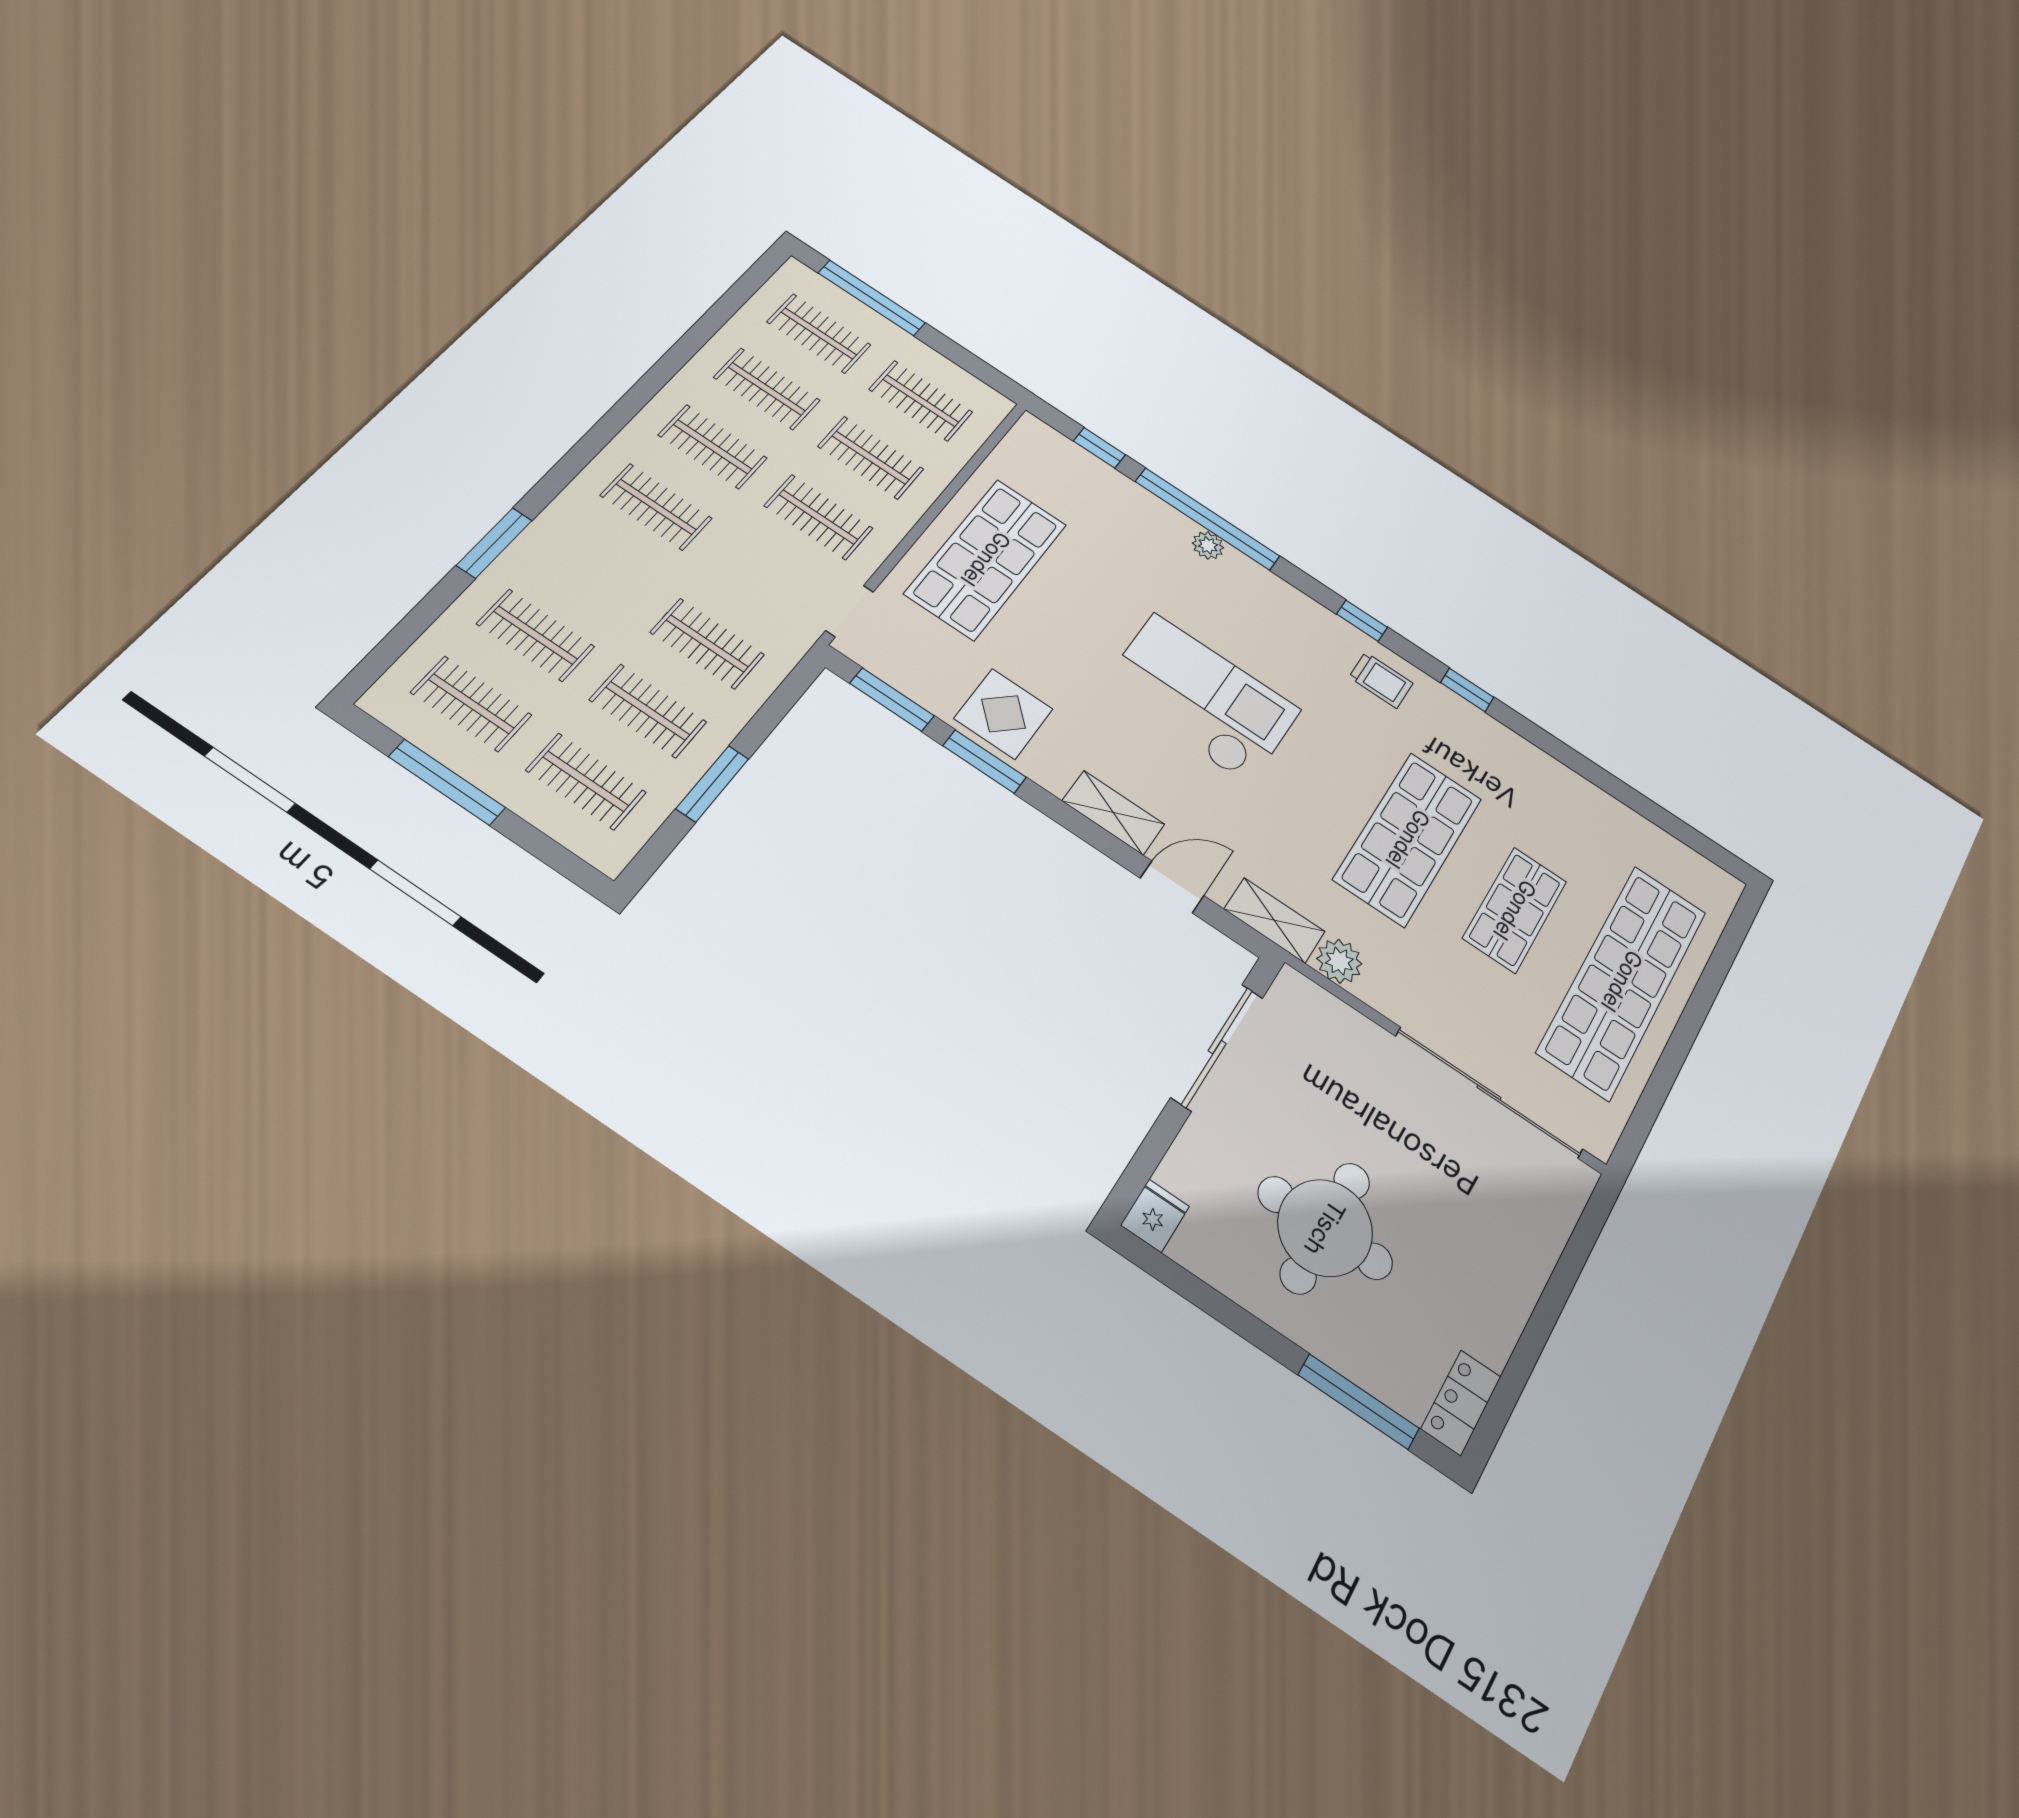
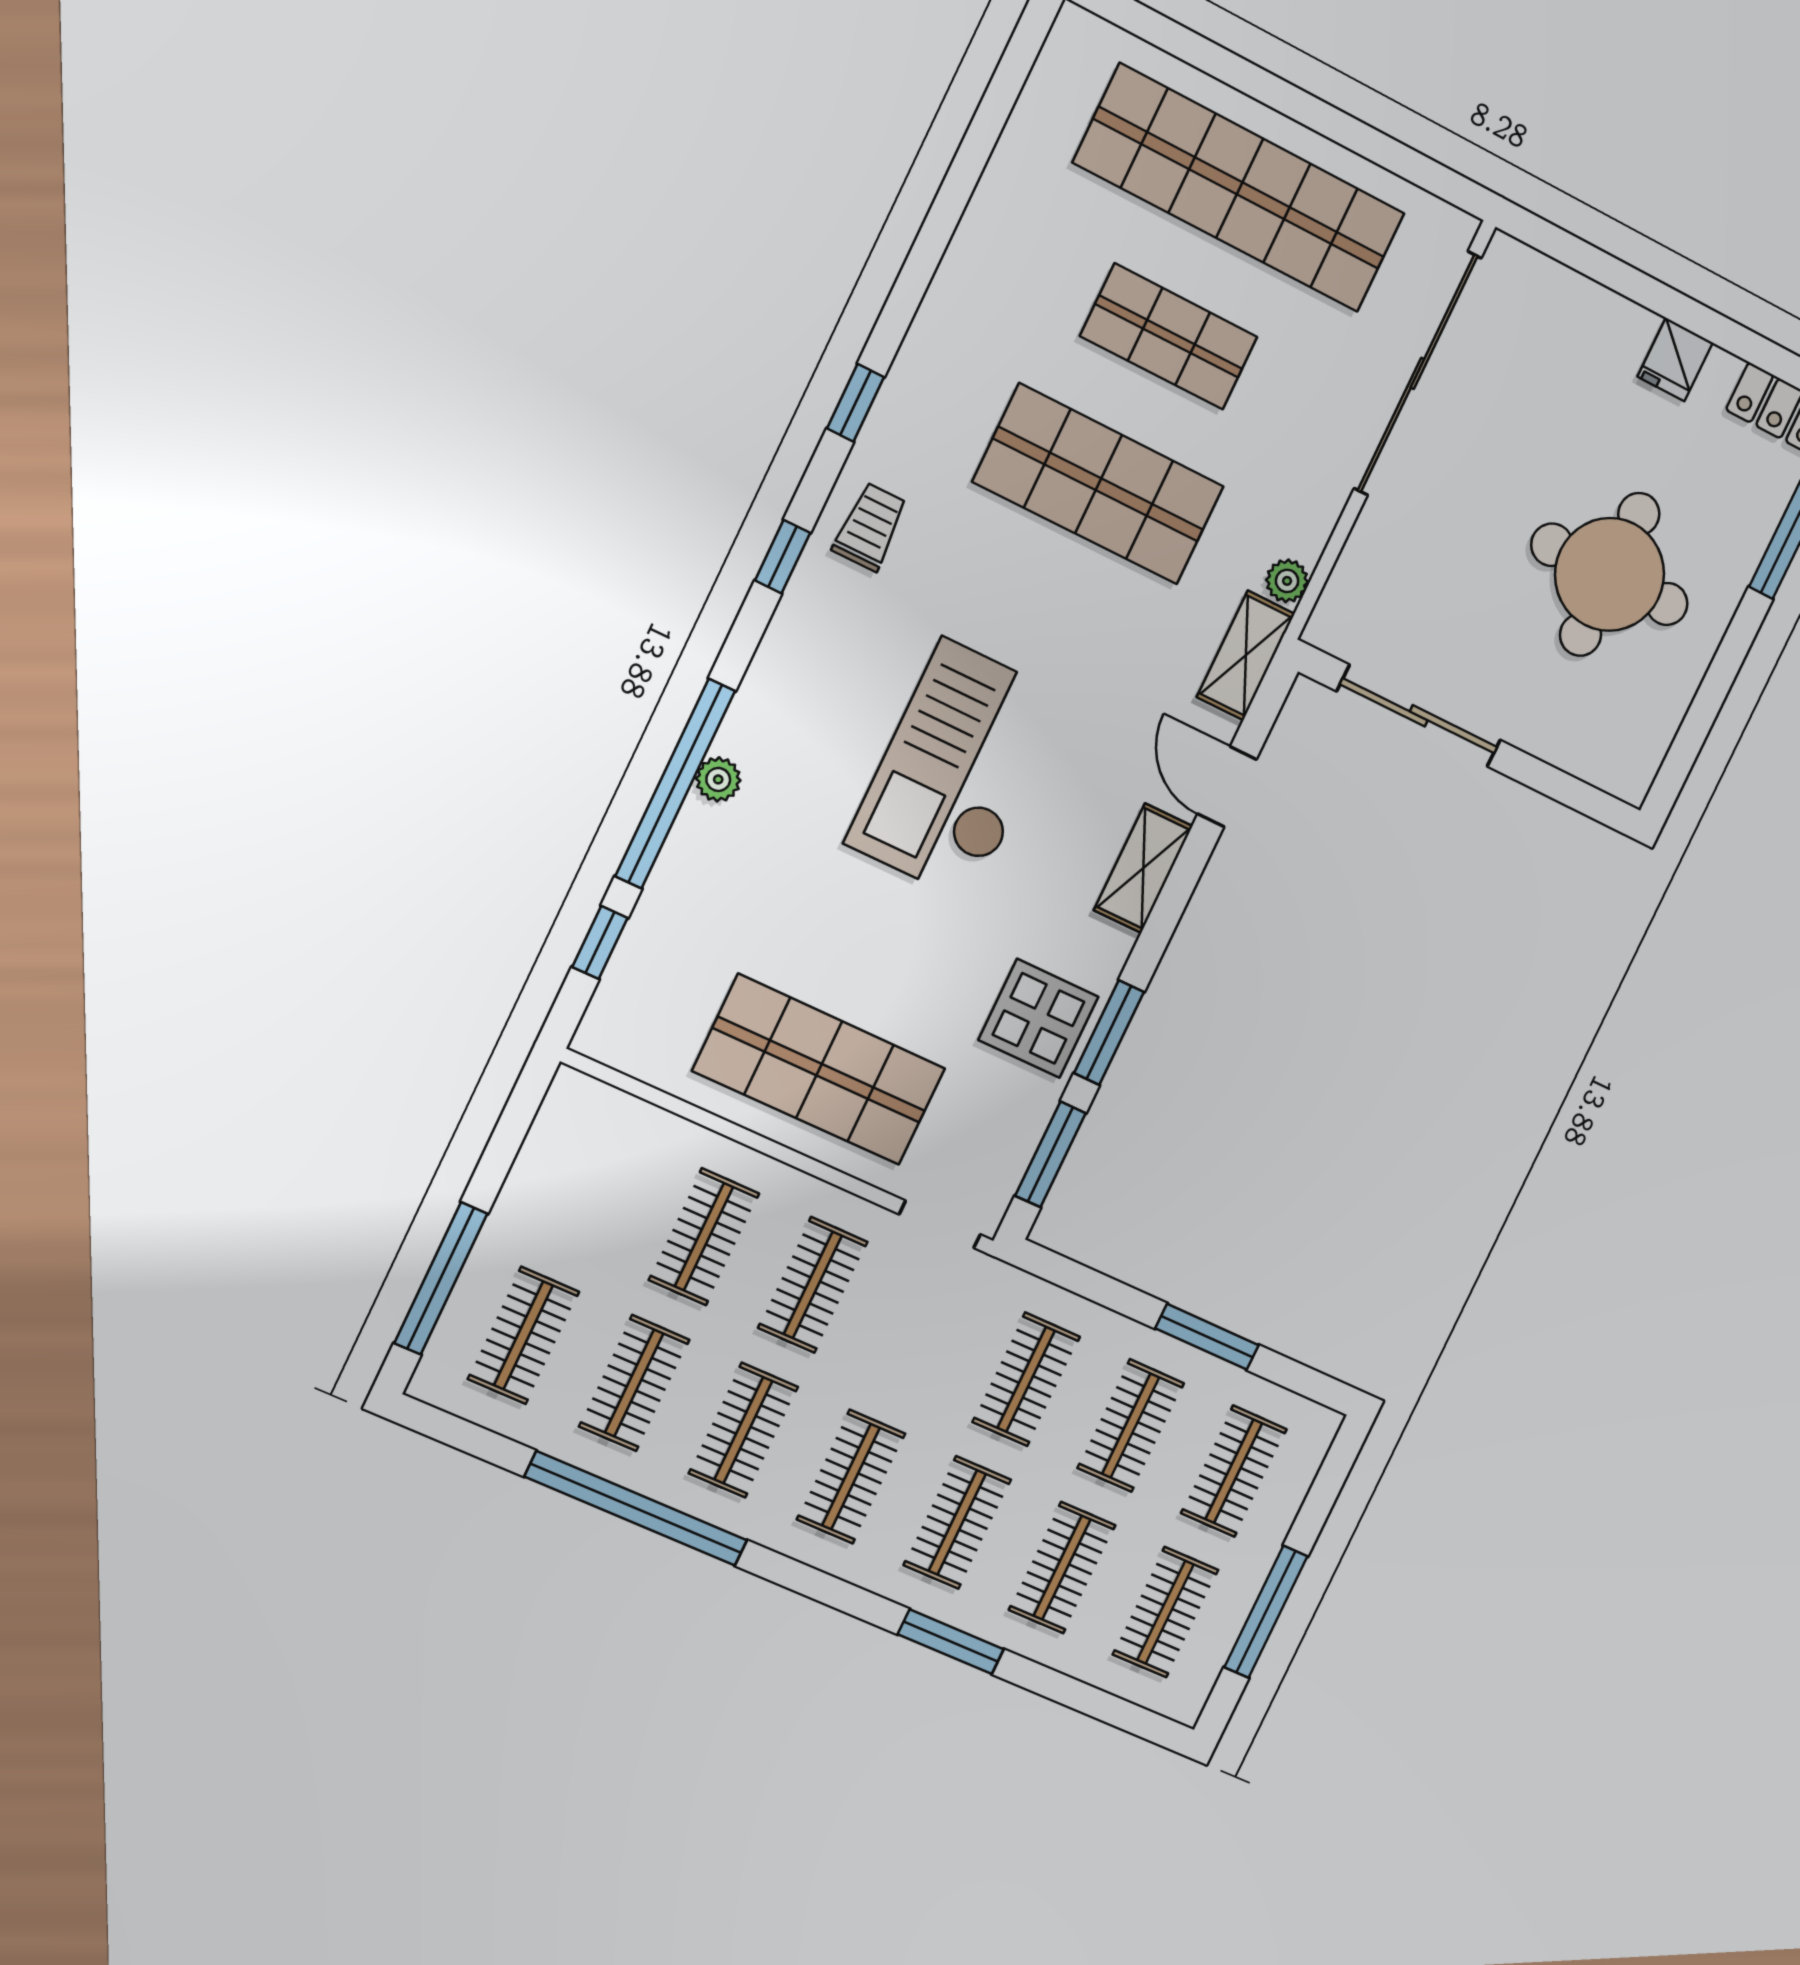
window: (668, 367) -> (636, 1509), added
clothes rail: (921, 401) -> (957, 1522), moved
plant: (1339, 961) -> (1287, 581), width x0.73, depth x0.73
fridge: (1155, 1216) -> (1675, 360), moved, turned -90

